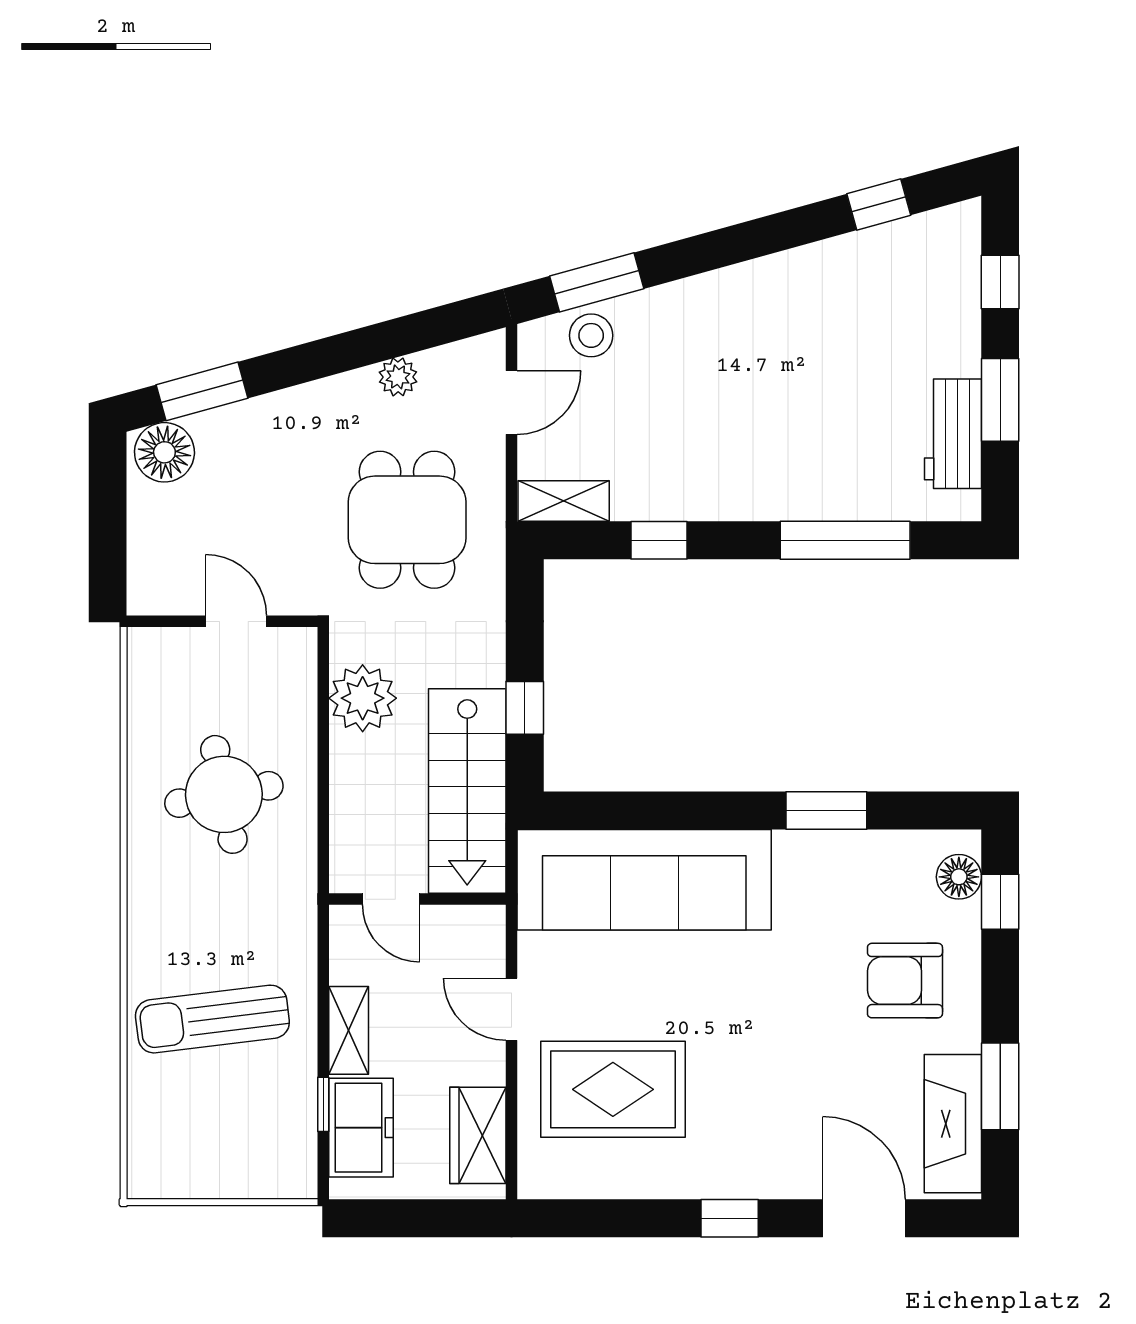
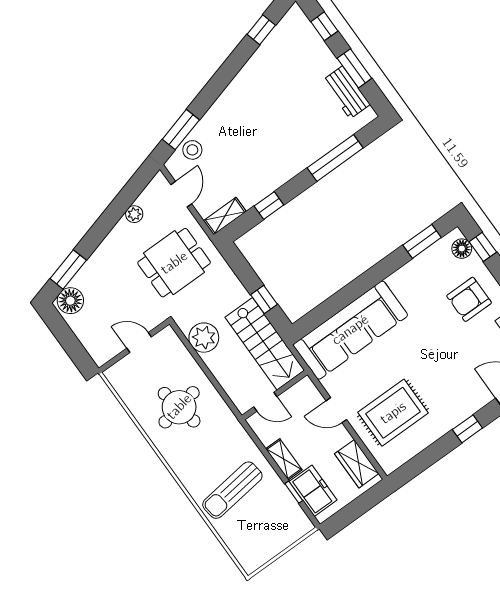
dining table: (407, 520) -> (174, 263), turned 90
window: (826, 811) -> (422, 241), moved

